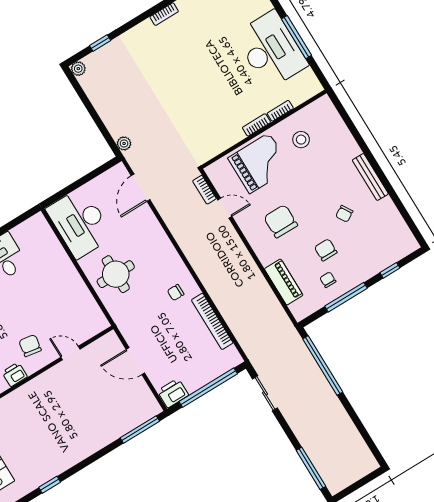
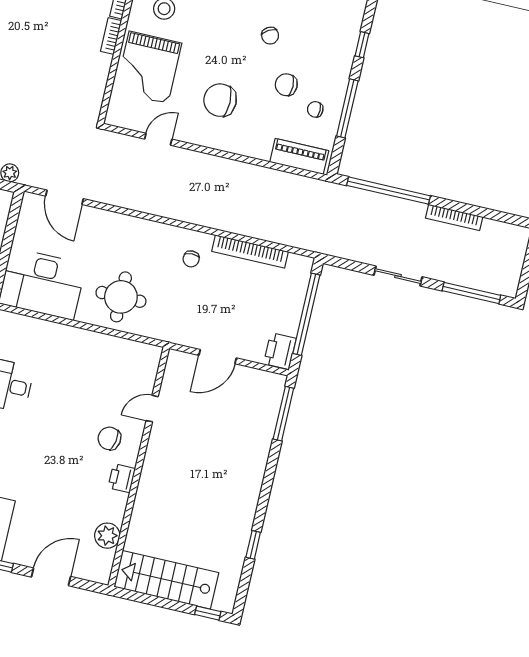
grand piano: (259, 163) -> (148, 67), turned 180
bookcase: (204, 190) -> (454, 217), moved, width x1.56
piano: (284, 282) -> (299, 156), moved
sliding door: (265, 393) -> (398, 276), moved

